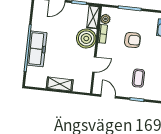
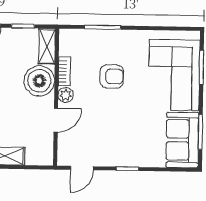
plant: (105, 19) -> (66, 95), moved
coffee table: (138, 78) -> (127, 135), removed
door: (108, 96) -> (82, 168), swing flipped

